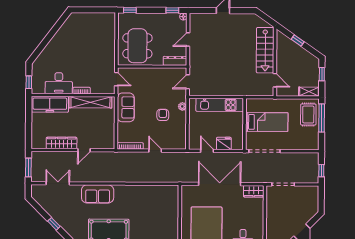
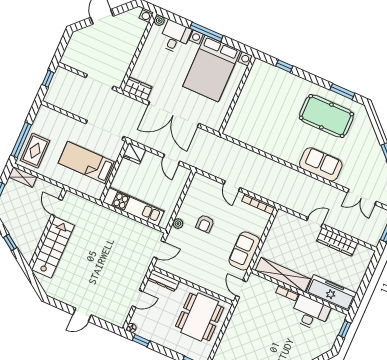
fridge: (224, 143) -> (134, 153), moved

